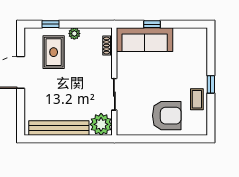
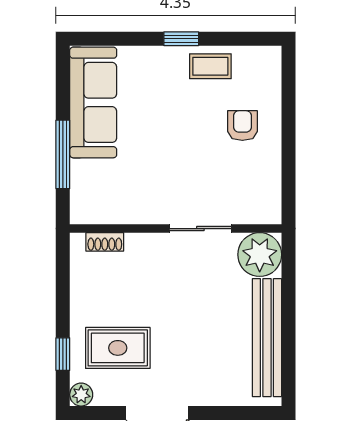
window: (152, 24) -> (63, 154), width x2.17
plant: (74, 34) -> (81, 395), moved
sofa: (145, 40) -> (93, 102), moved
armchair: (167, 116) -> (242, 126), width x0.53, depth x0.53

